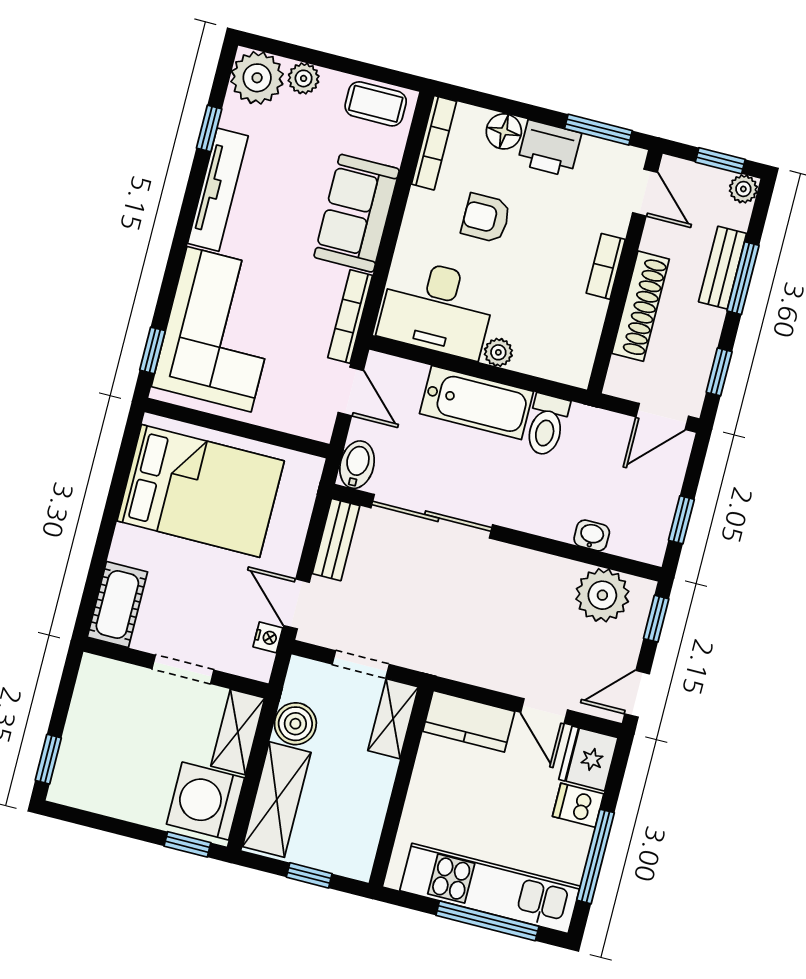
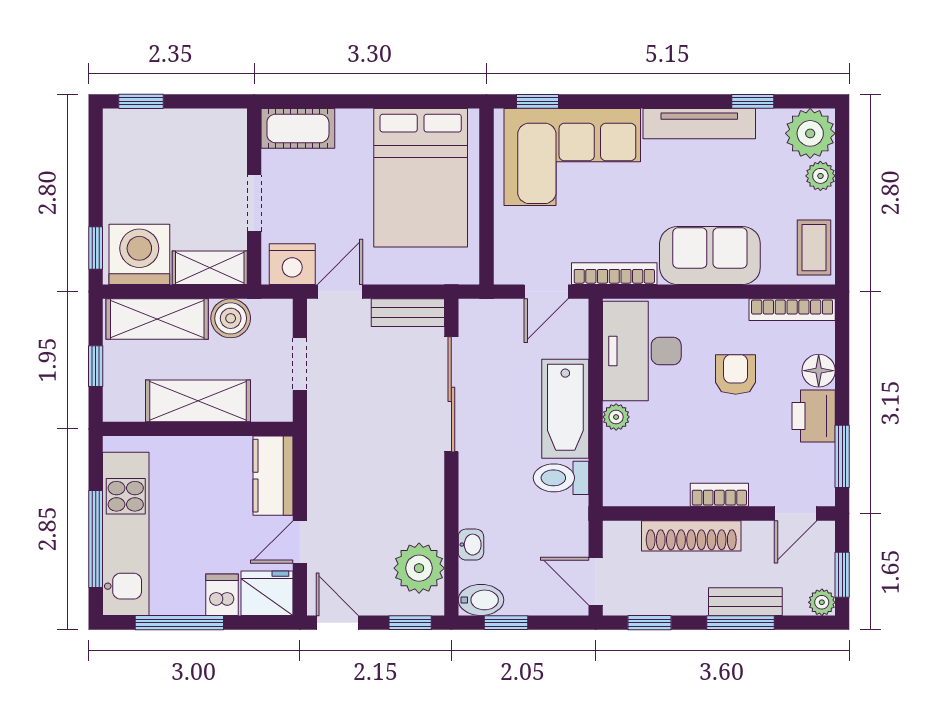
bidet: (357, 465) -> (481, 600), moved
nightstand: (268, 637) -> (292, 264), width x1.89, depth x1.79
shelving: (393, 719) -> (198, 401), moved, width x1.50, depth x1.33

